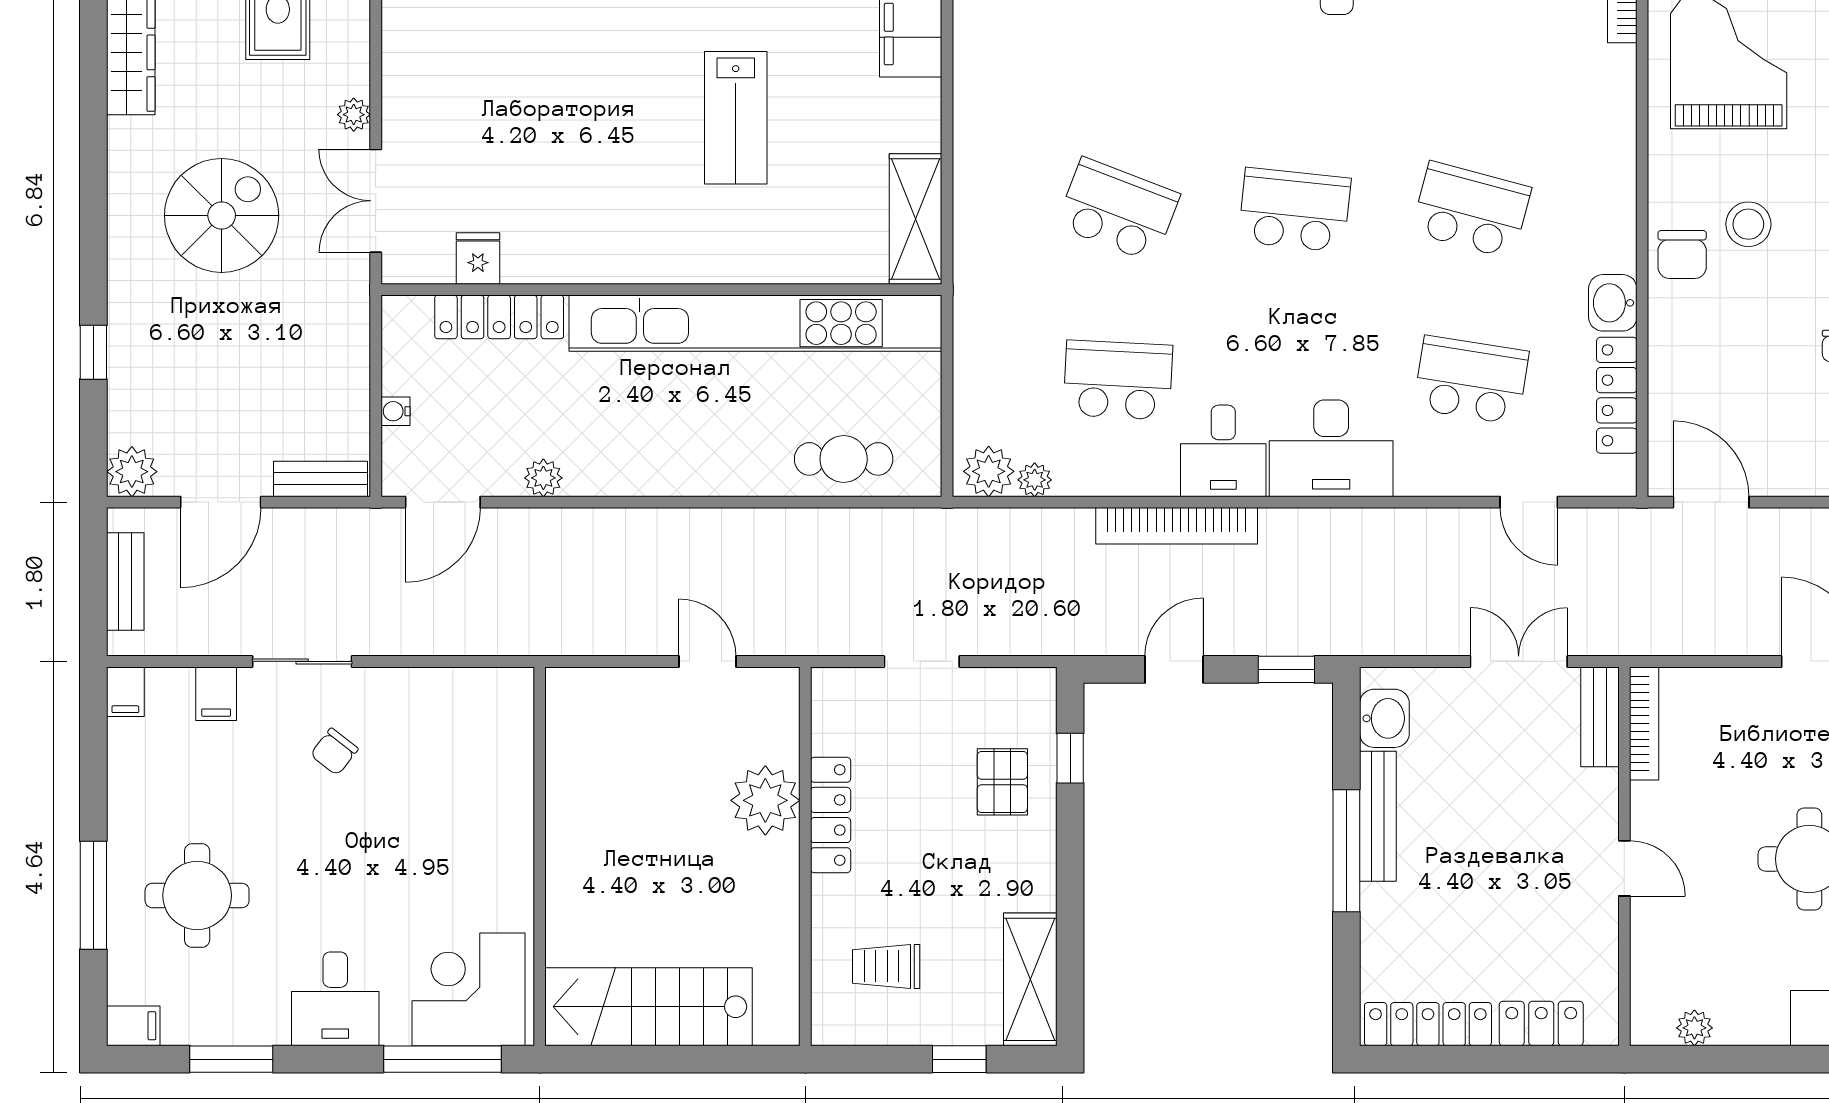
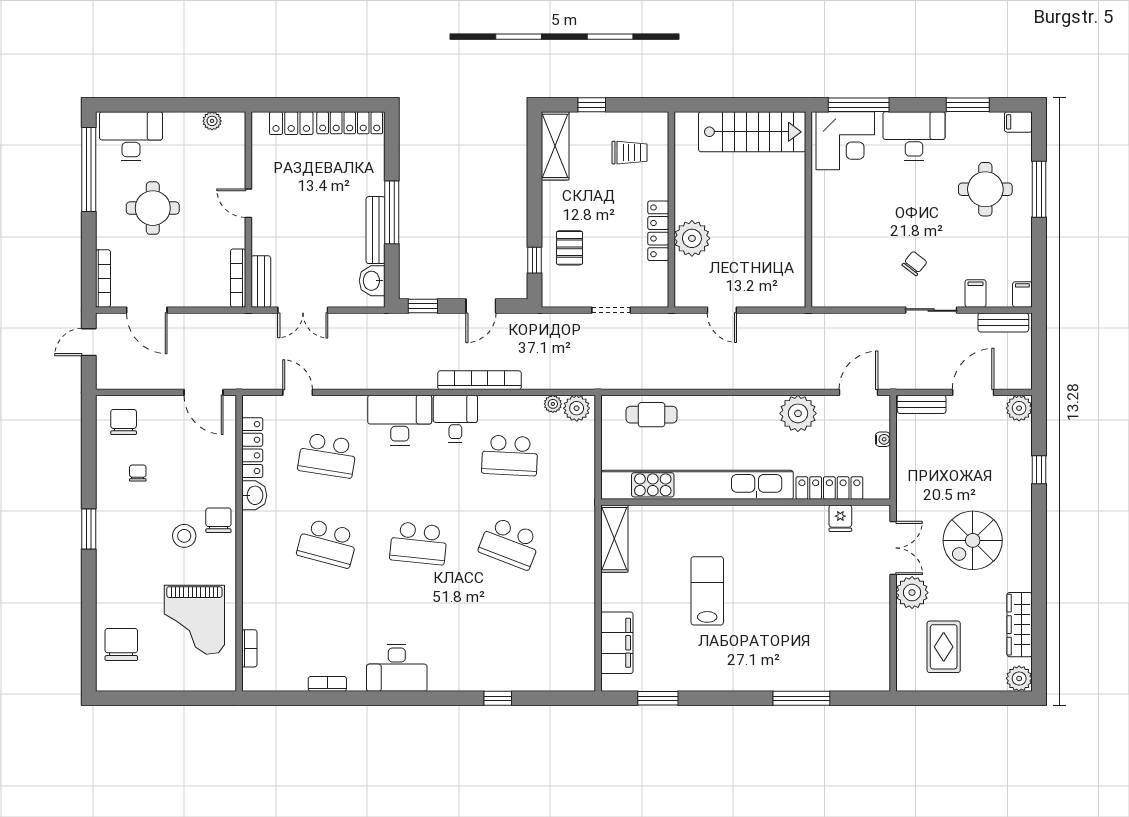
plant: (354, 115) -> (912, 593), width x1.88, depth x1.88
plant: (543, 478) -> (798, 413), width x1.87, depth x1.87
bench: (125, 581) -> (1003, 322), moved, turned 90
desk: (335, 999) -> (914, 136), width x1.37

